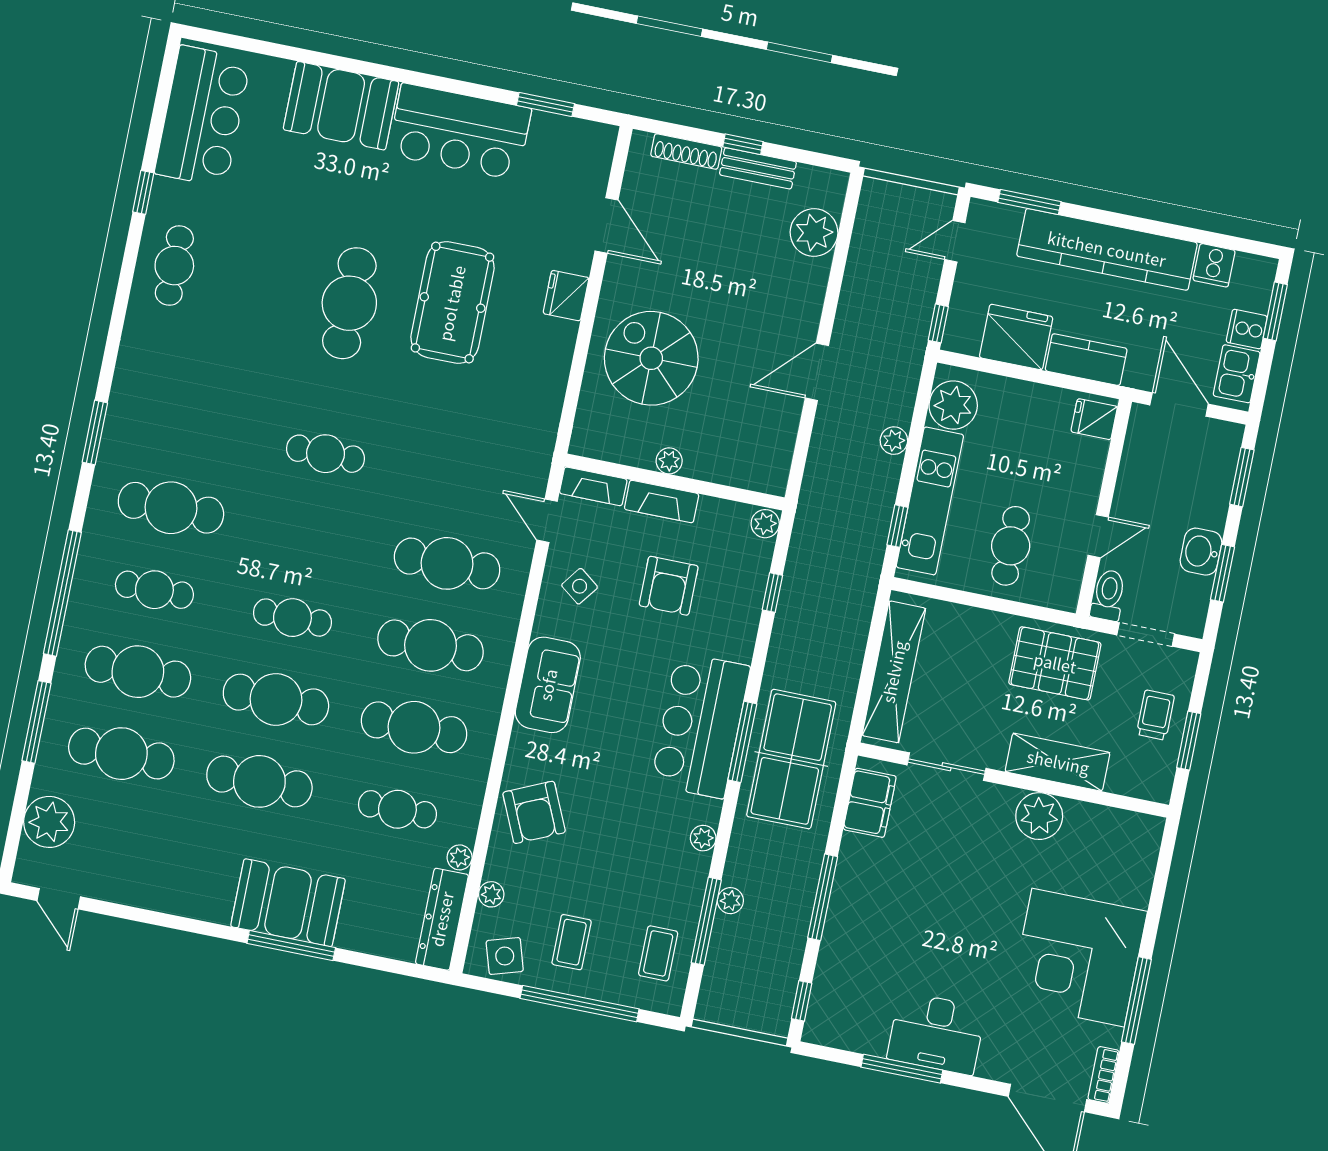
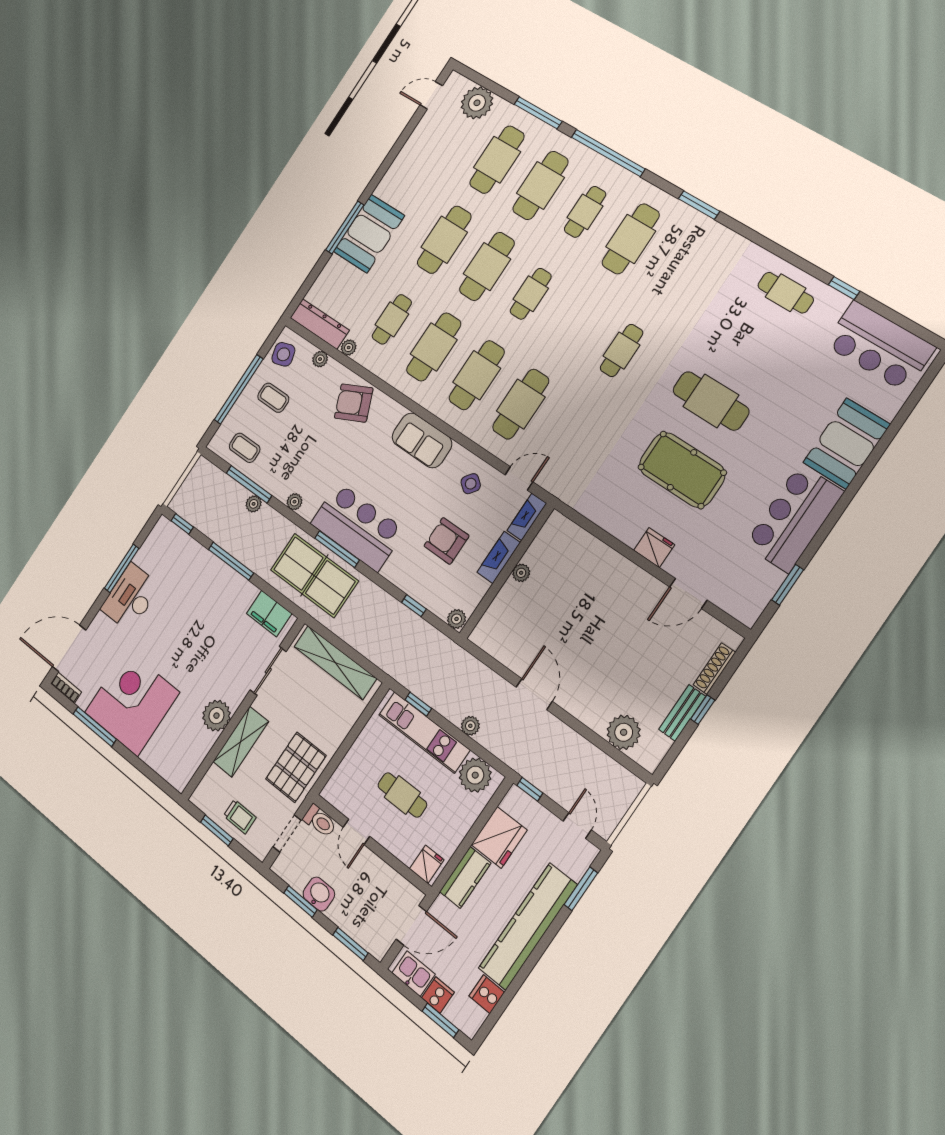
spiral stairs: (651, 358) -> (590, 588), removed
cafe table: (1011, 546) -> (402, 795), moved

